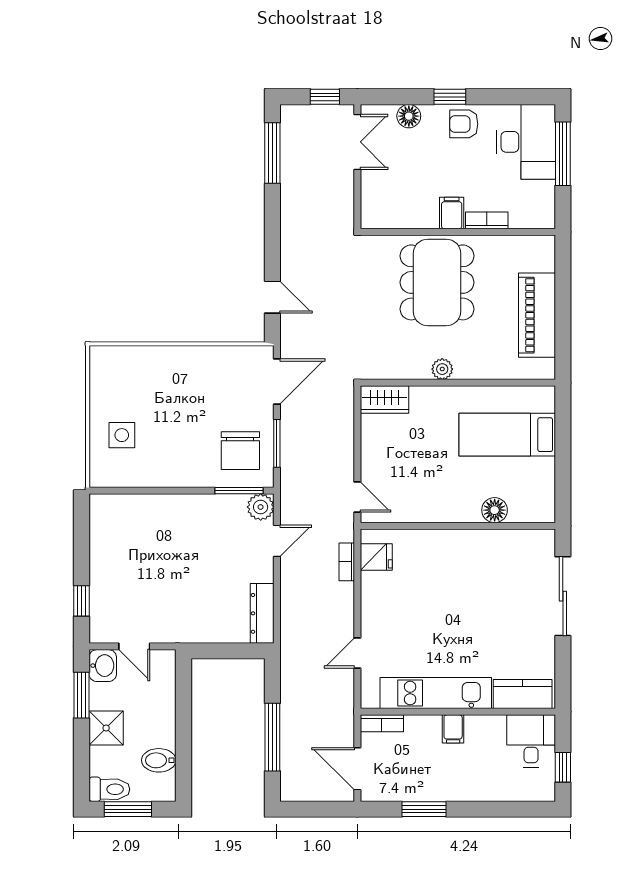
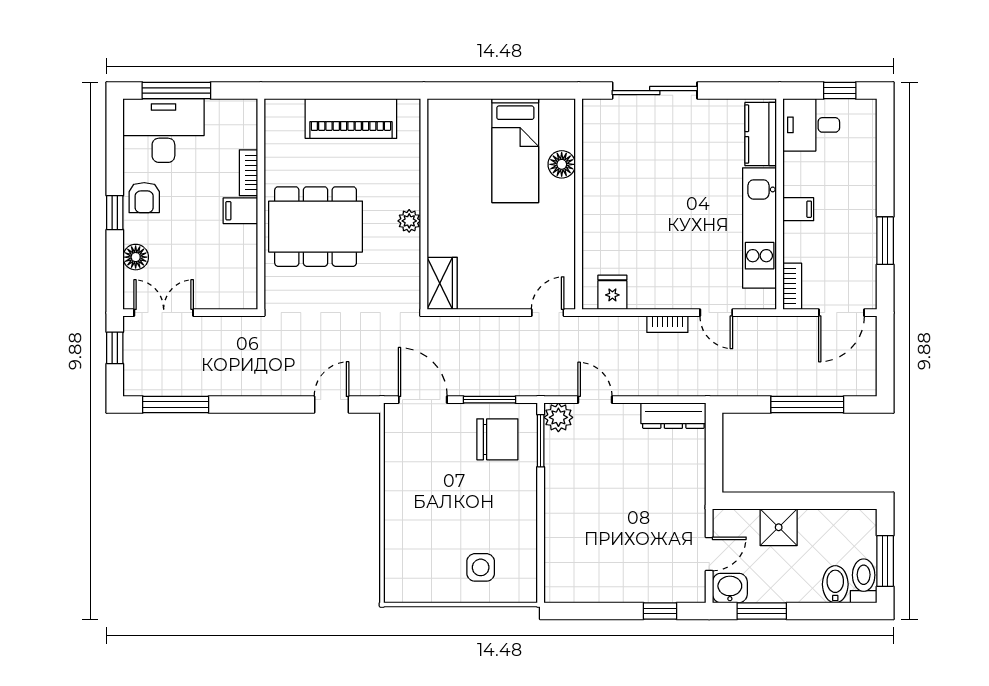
bed: (507, 435) -> (515, 151), moved
bookcase: (347, 562) -> (667, 324), moved
shower: (106, 728) -> (779, 527), moved
bidet: (159, 760) -> (835, 584), moved, turned 180

